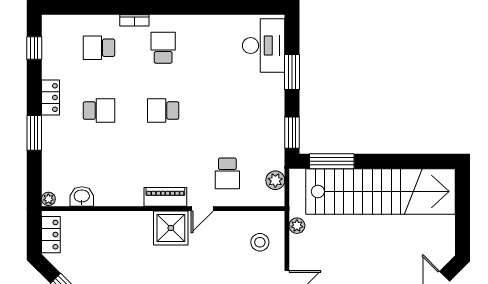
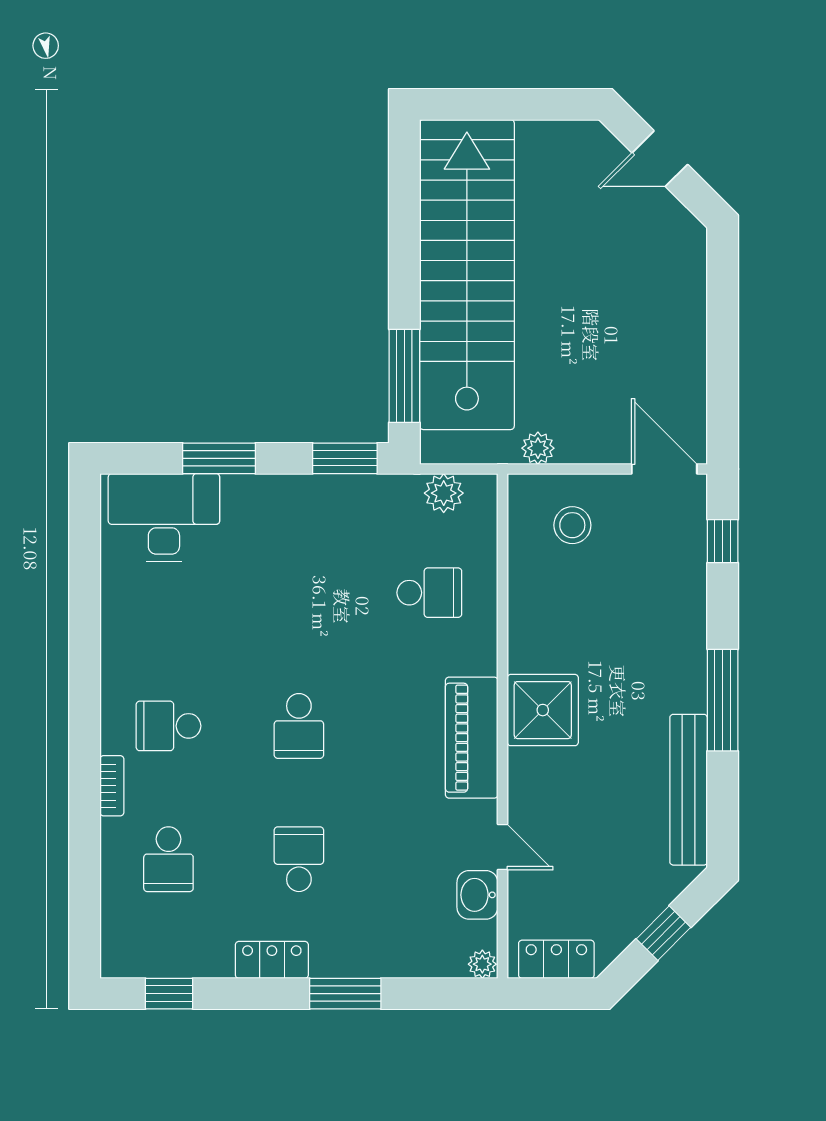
piano: (165, 197) -> (472, 738), width x1.37, depth x1.33
door: (202, 209) -> (503, 847), moved

